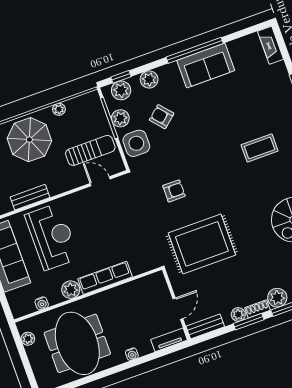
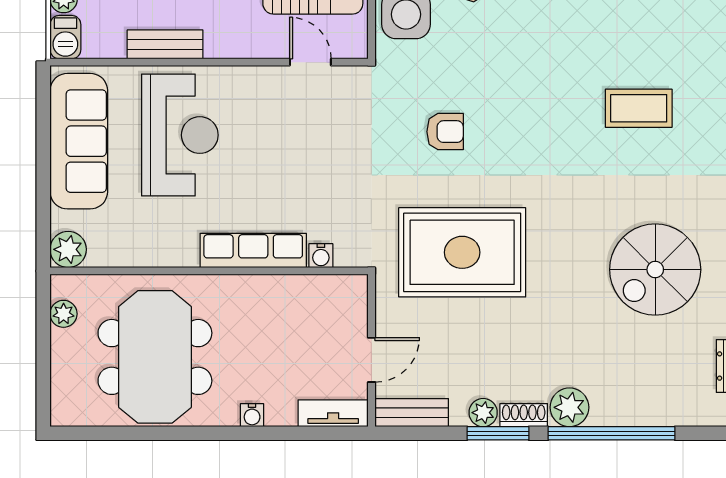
plant: (71, 290) -> (68, 249), moved
water cooler: (42, 303) -> (321, 256), moved

